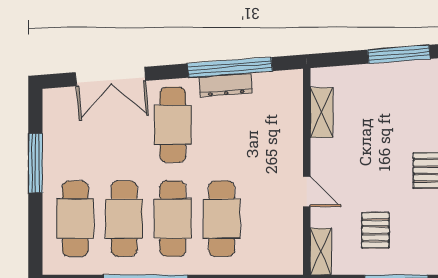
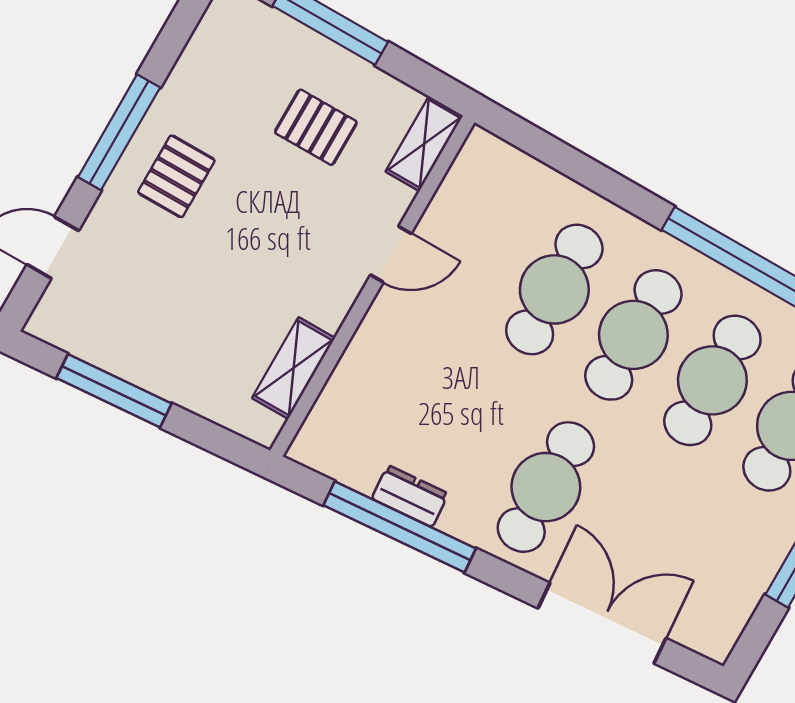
dresser: (226, 85) -> (410, 496), width x0.70
door: (307, 191) -> (391, 254), swing flipped
pallet: (375, 230) -> (316, 127), turned 90

